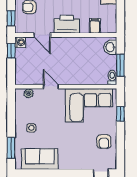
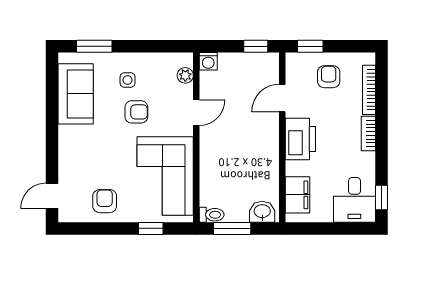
filing cabinet: (95, 26) -> (297, 195), width x2.00
washing machine: (20, 42) -> (208, 61), moved
armchair: (50, 123) -> (136, 112), added
armchair: (104, 142) -> (105, 201), turned 90

